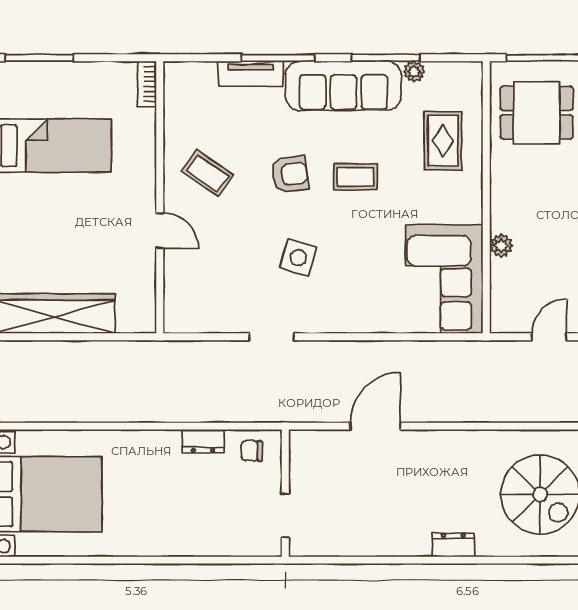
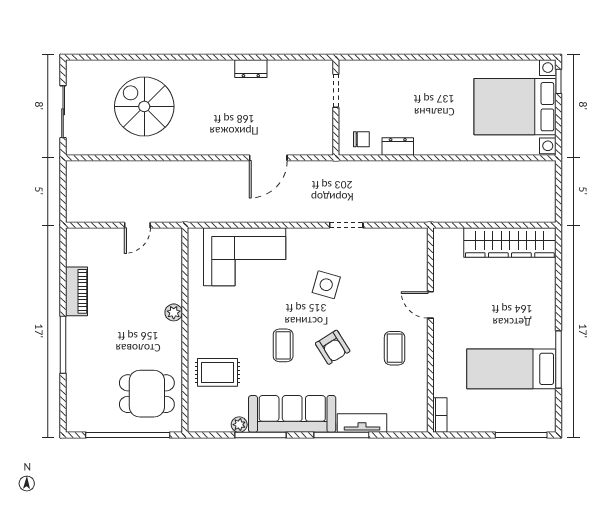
rug: (443, 141) -> (218, 372), turned 90
coffee table: (207, 173) -> (395, 348), turned 55
armchair: (290, 174) -> (333, 347), turned -114
coffee table: (356, 177) -> (283, 345), turned 90
plant: (501, 246) -> (174, 312), moved
corner sofa: (444, 279) -> (245, 257), moved, turned 90
dresser: (453, 545) -> (251, 69), moved

